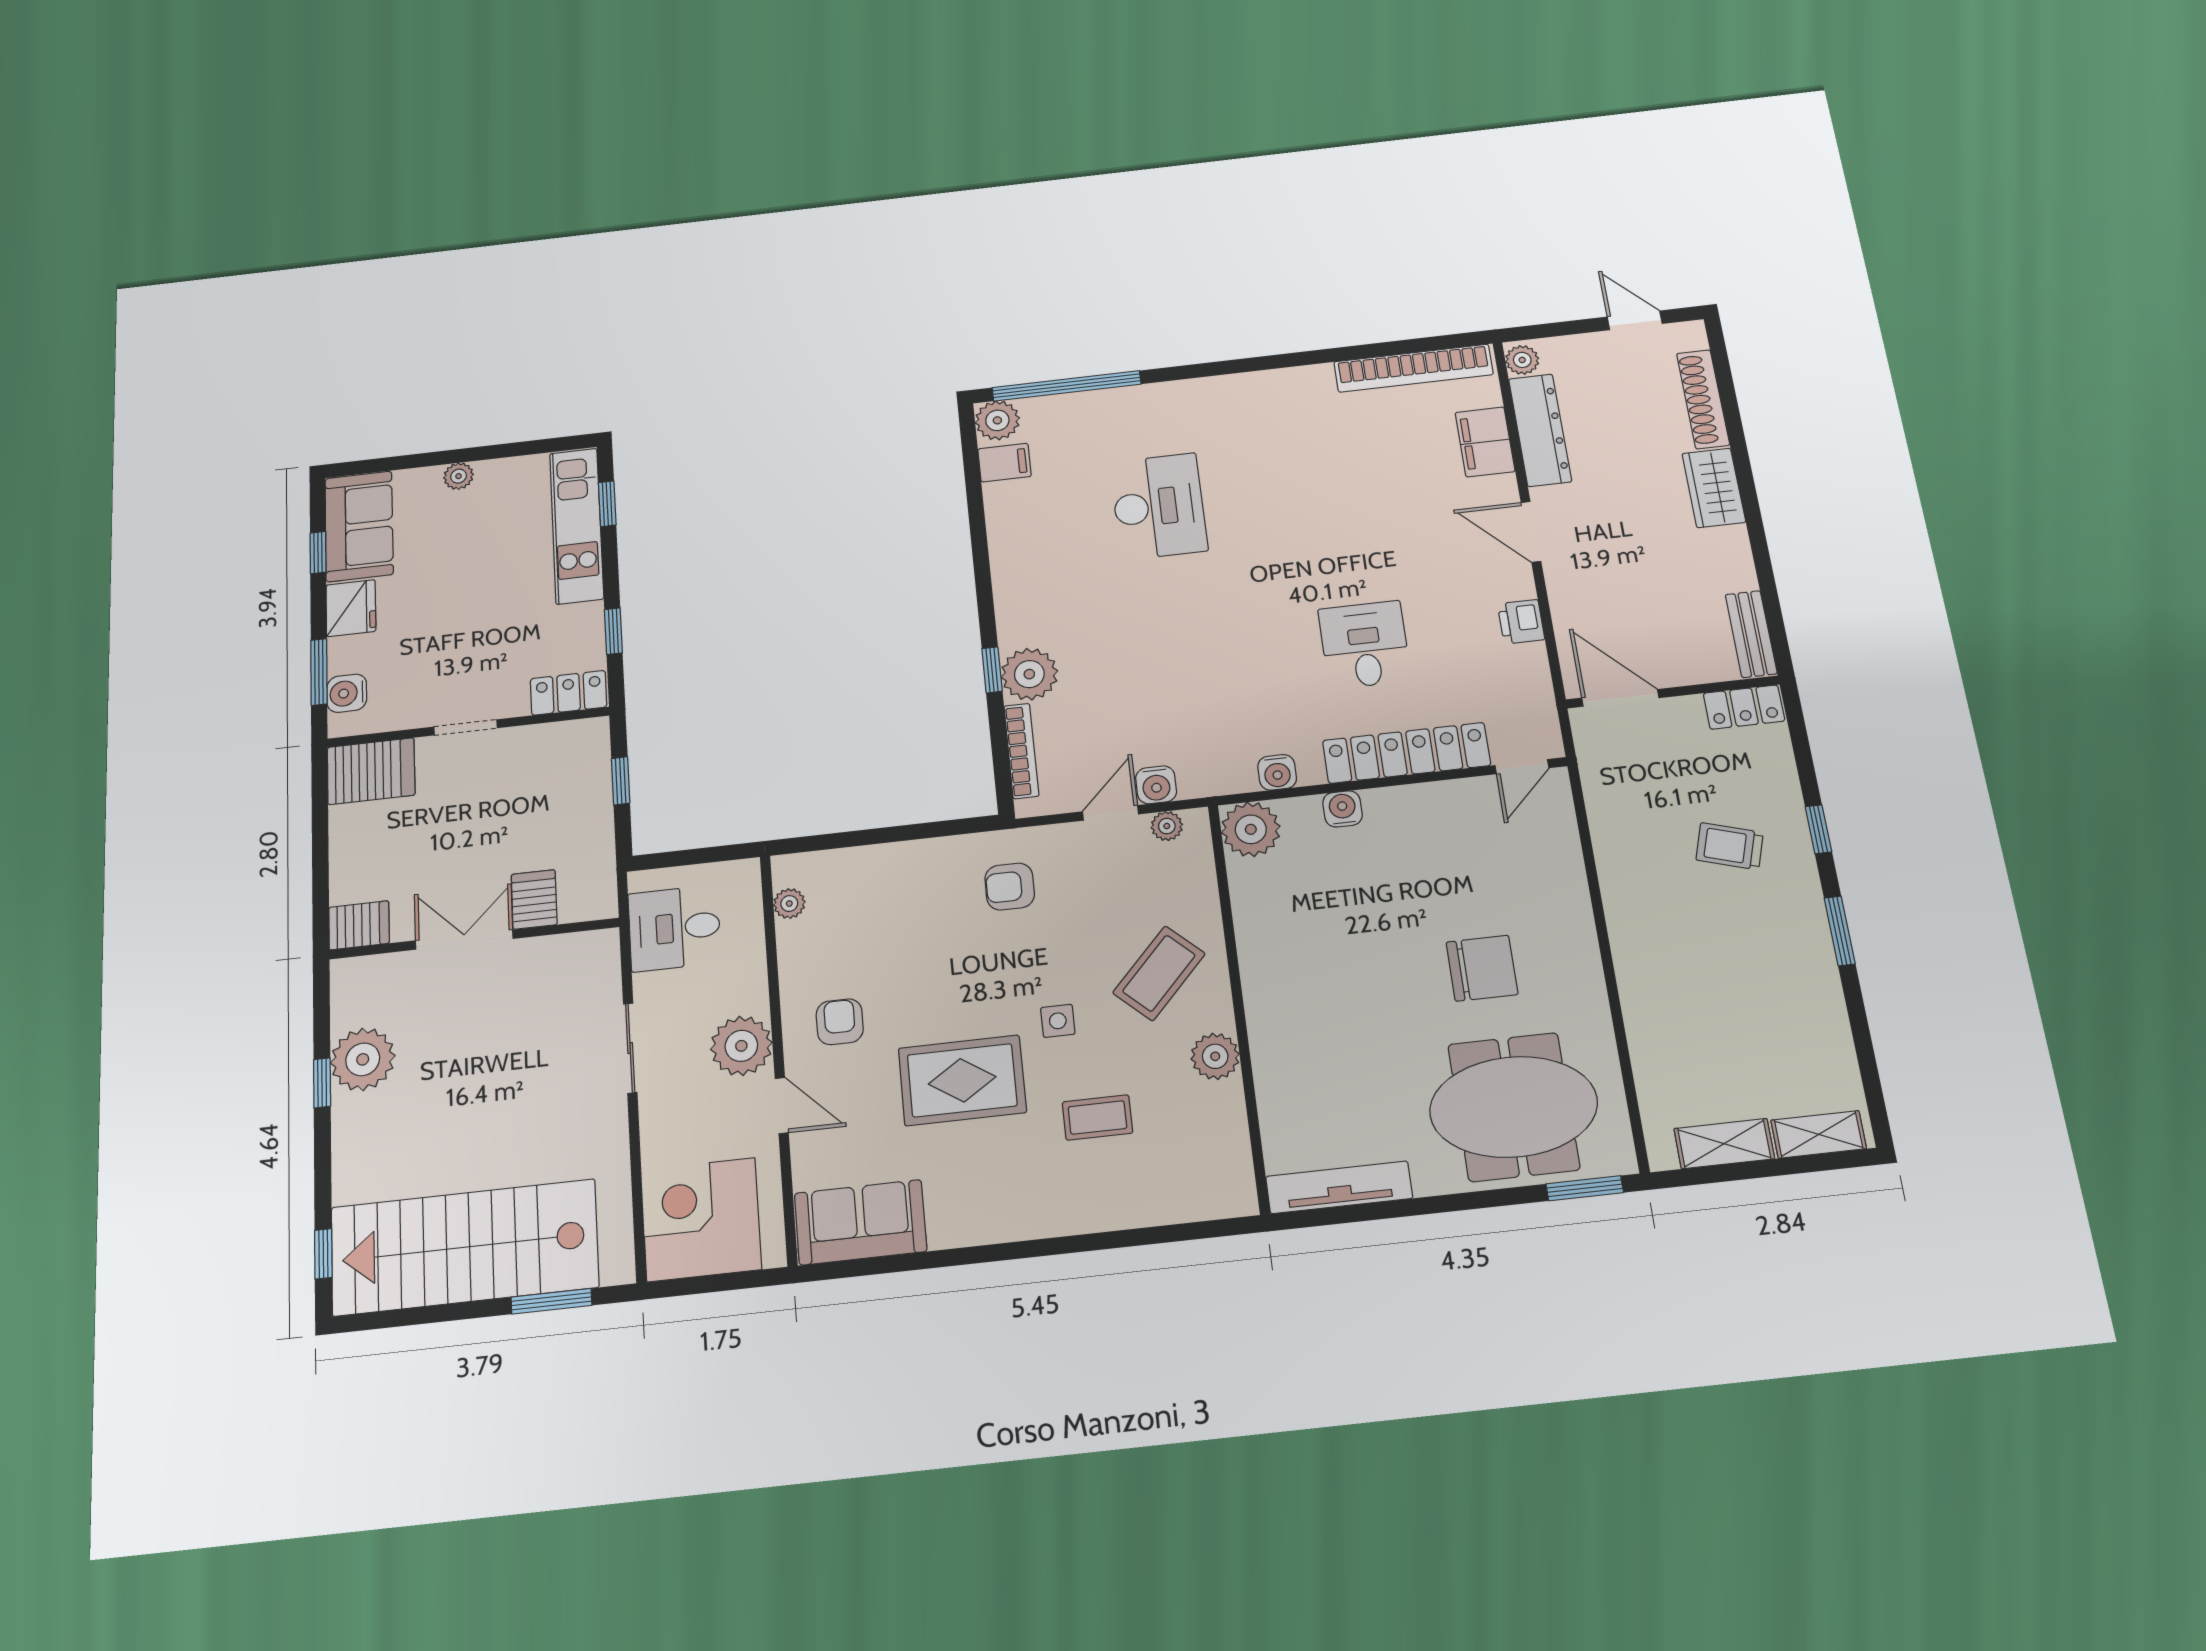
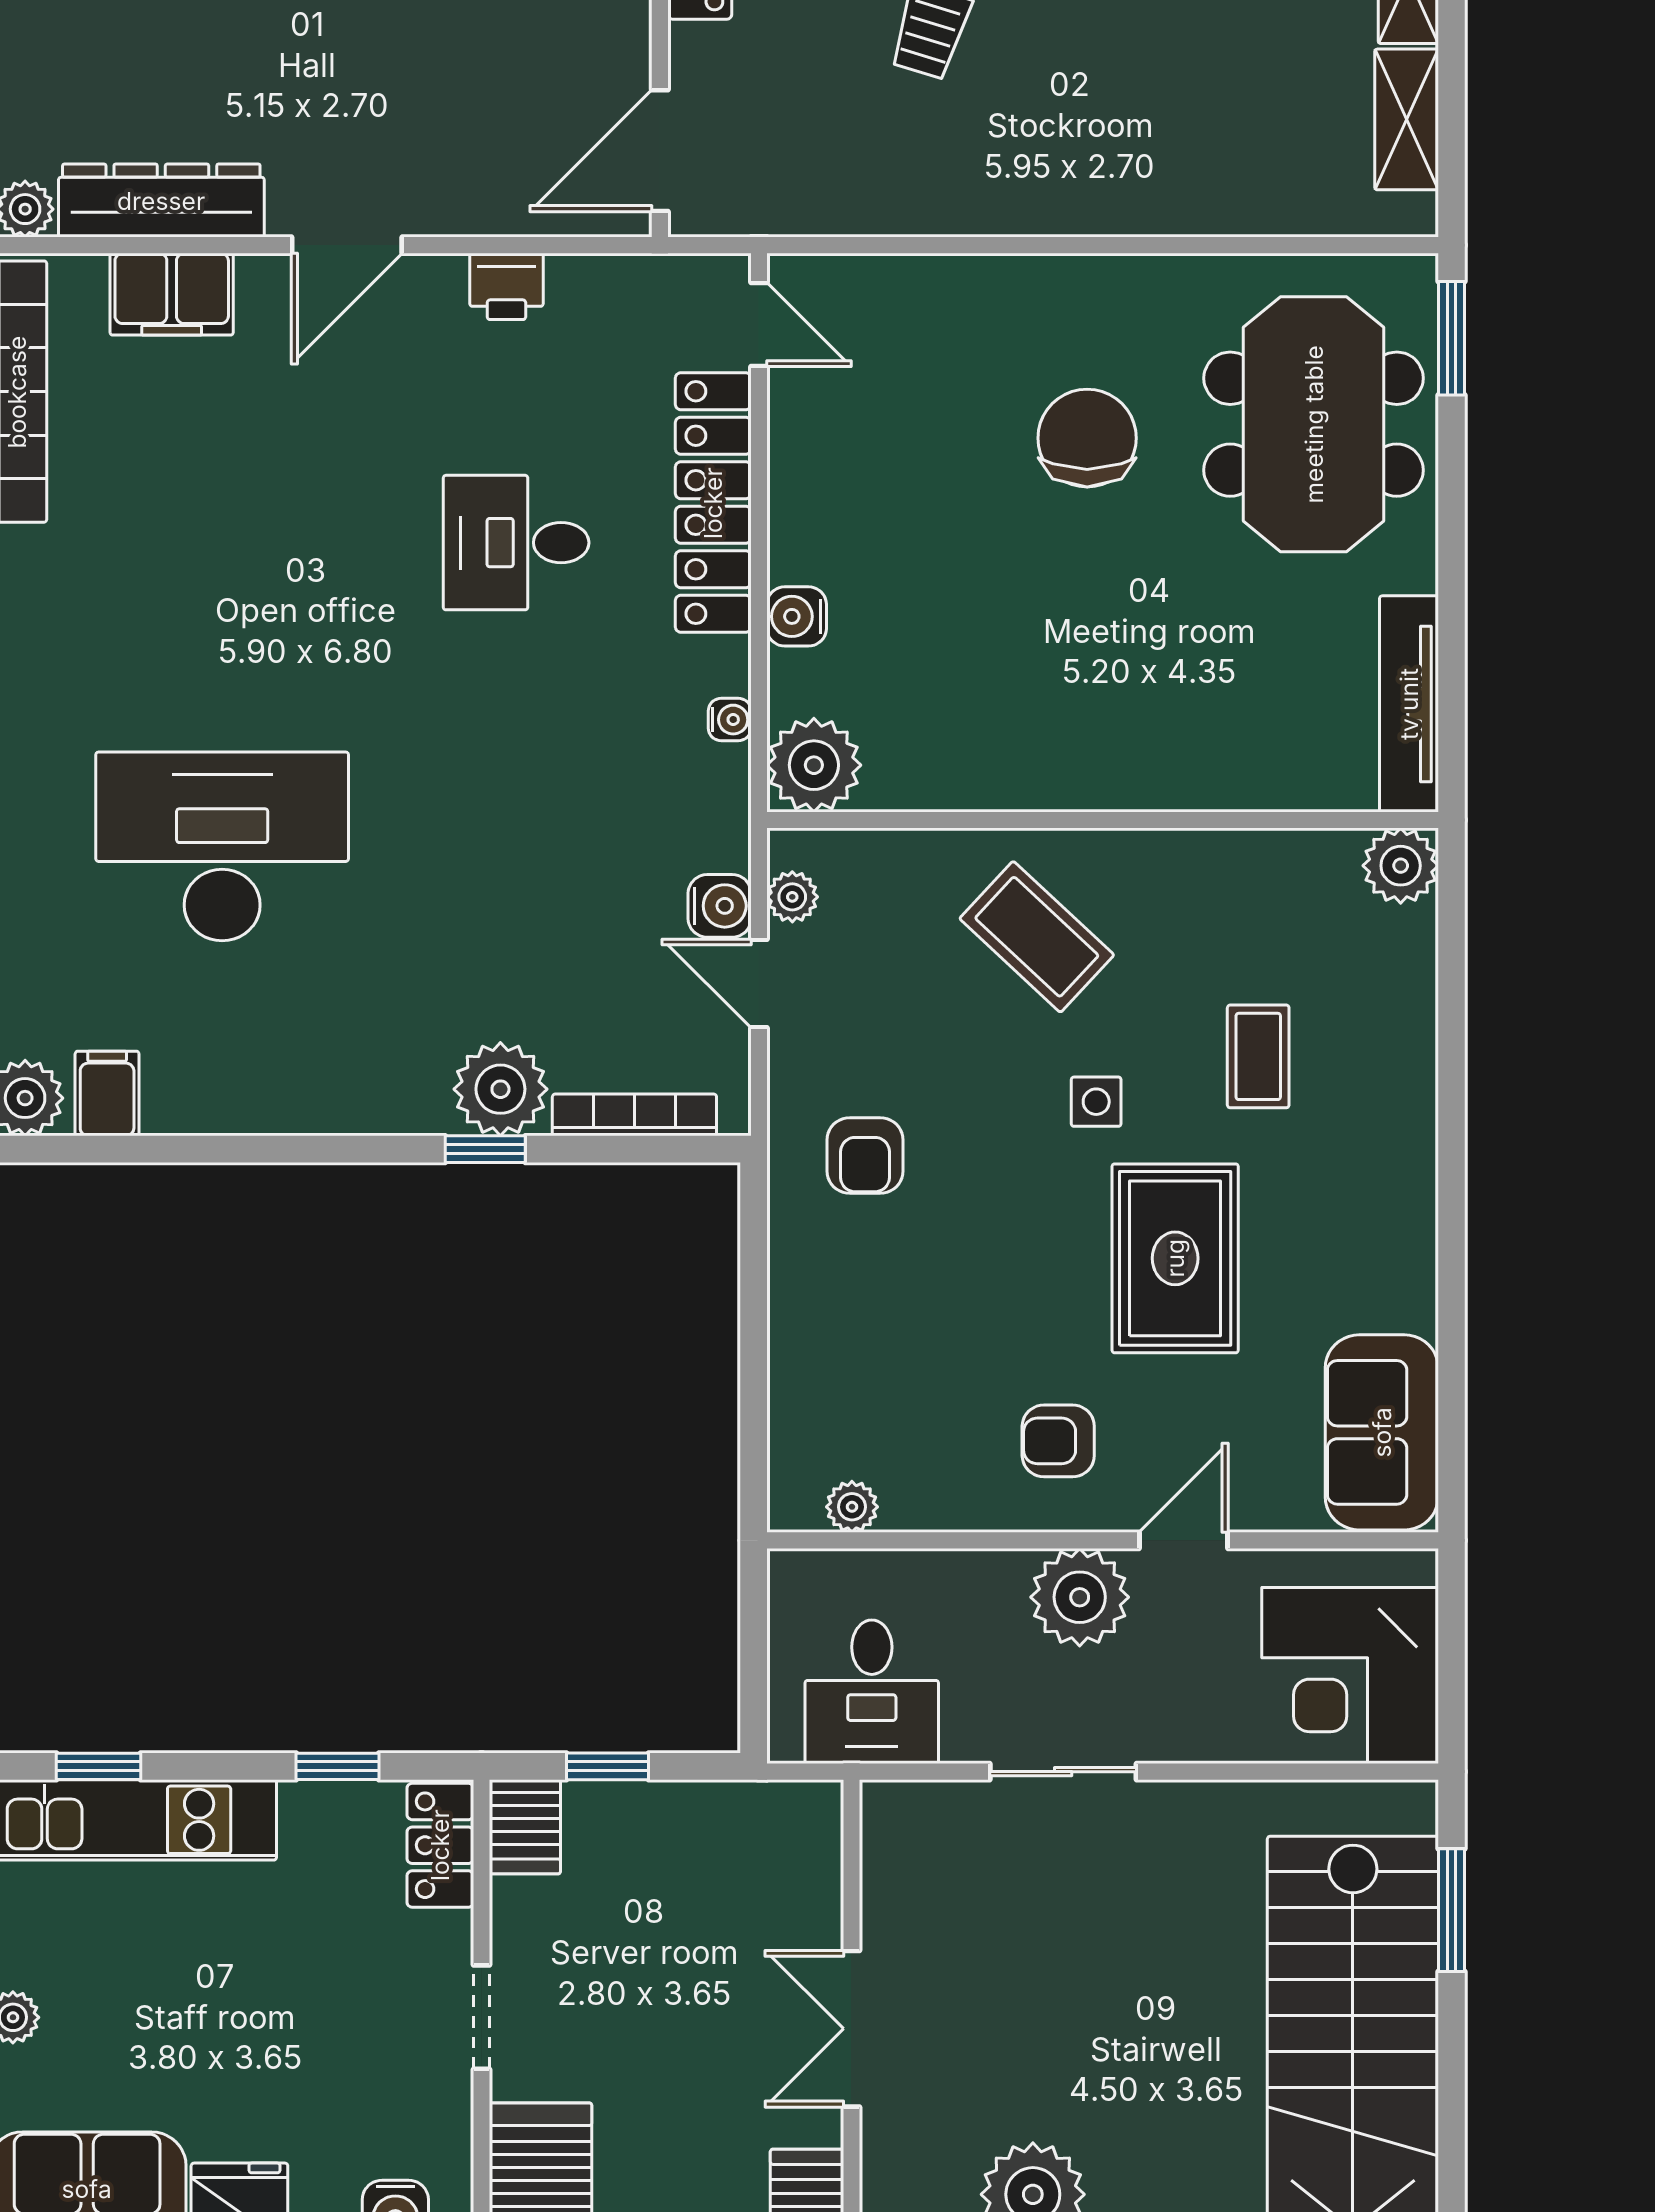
desk: (1159, 506) -> (222, 846), width x1.36, depth x1.30
water cooler: (1277, 772) -> (730, 720), width x0.72, depth x0.72
server rack: (534, 899) -> (525, 1827), moved, turned -90
plant: (1215, 1056) -> (1401, 866), moved

